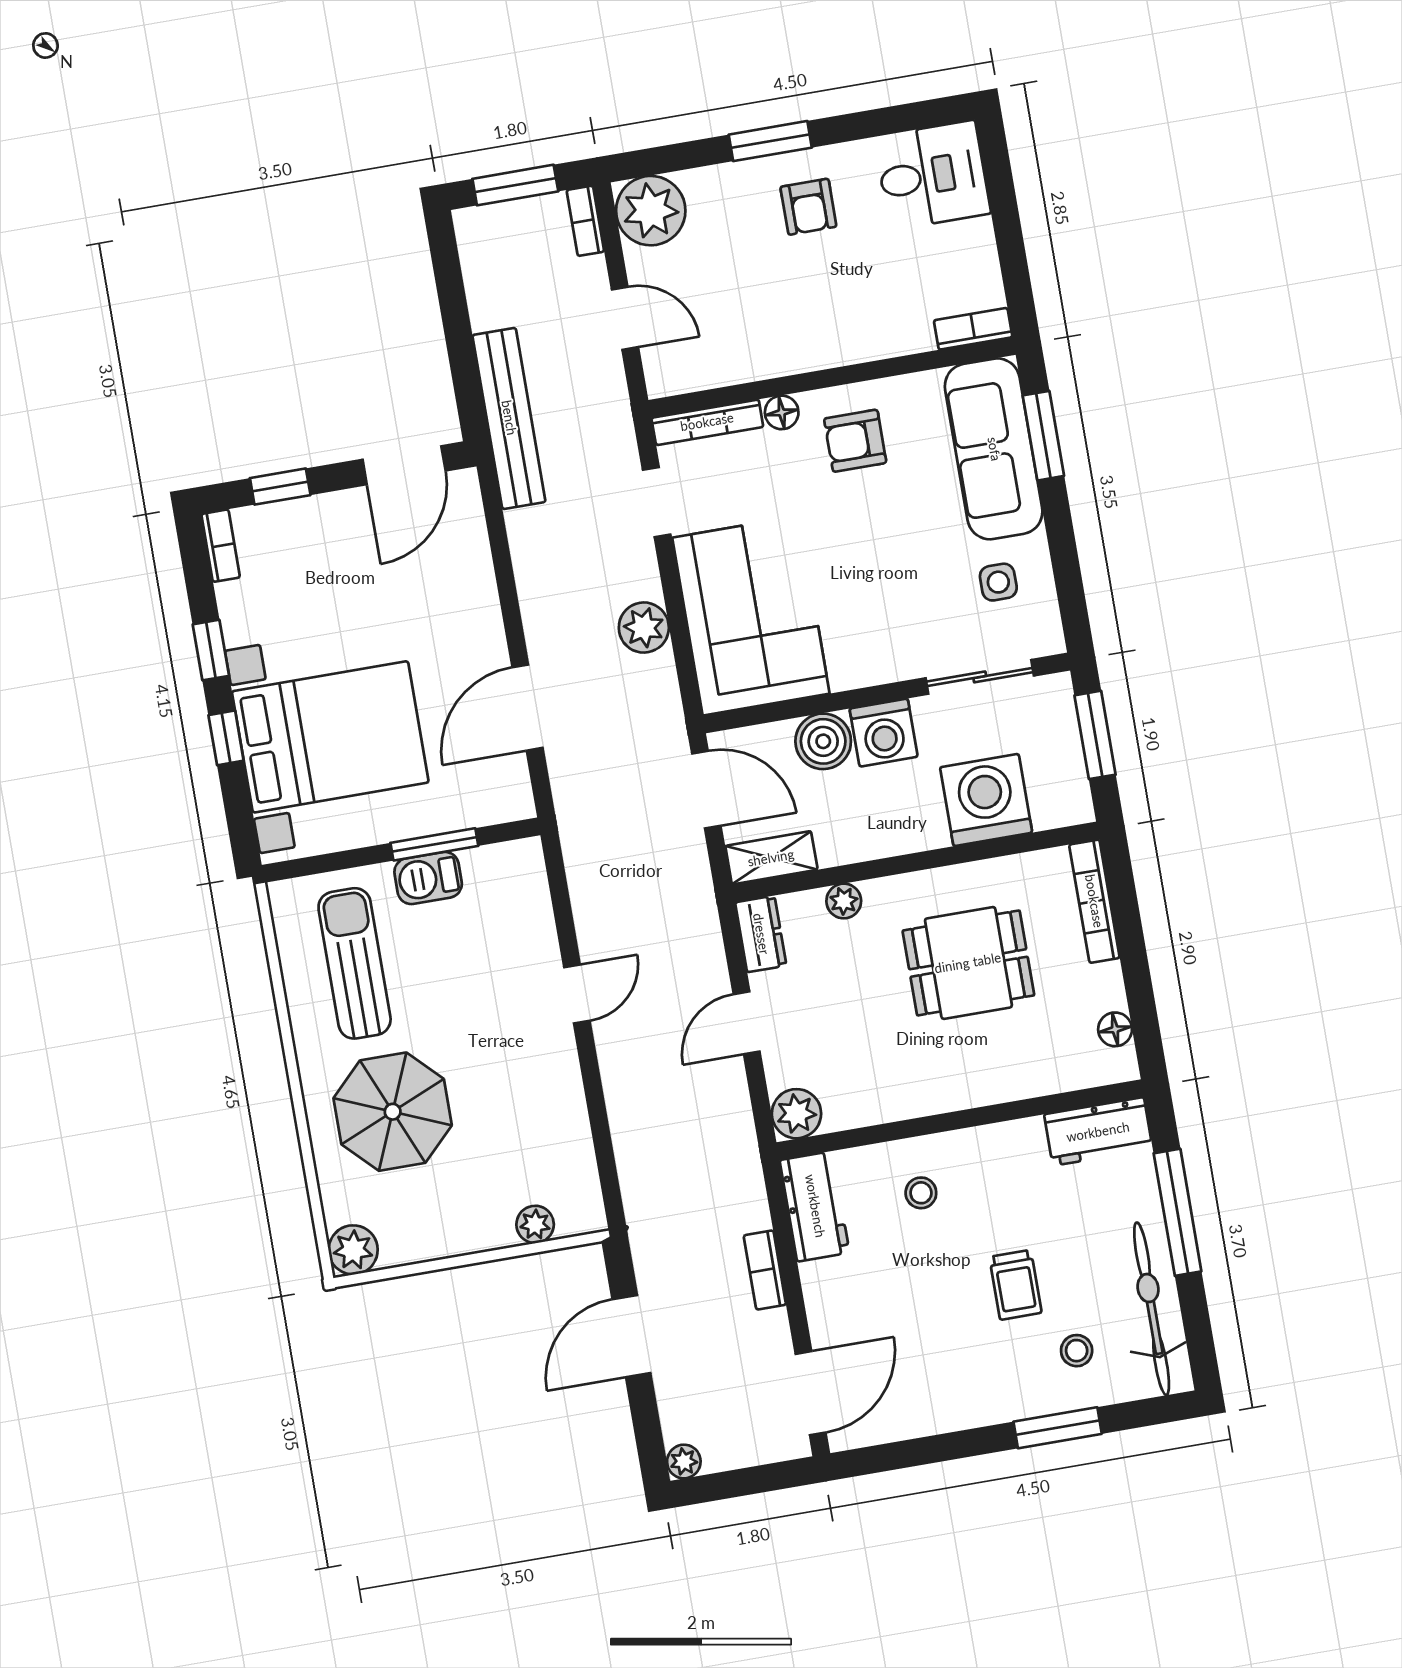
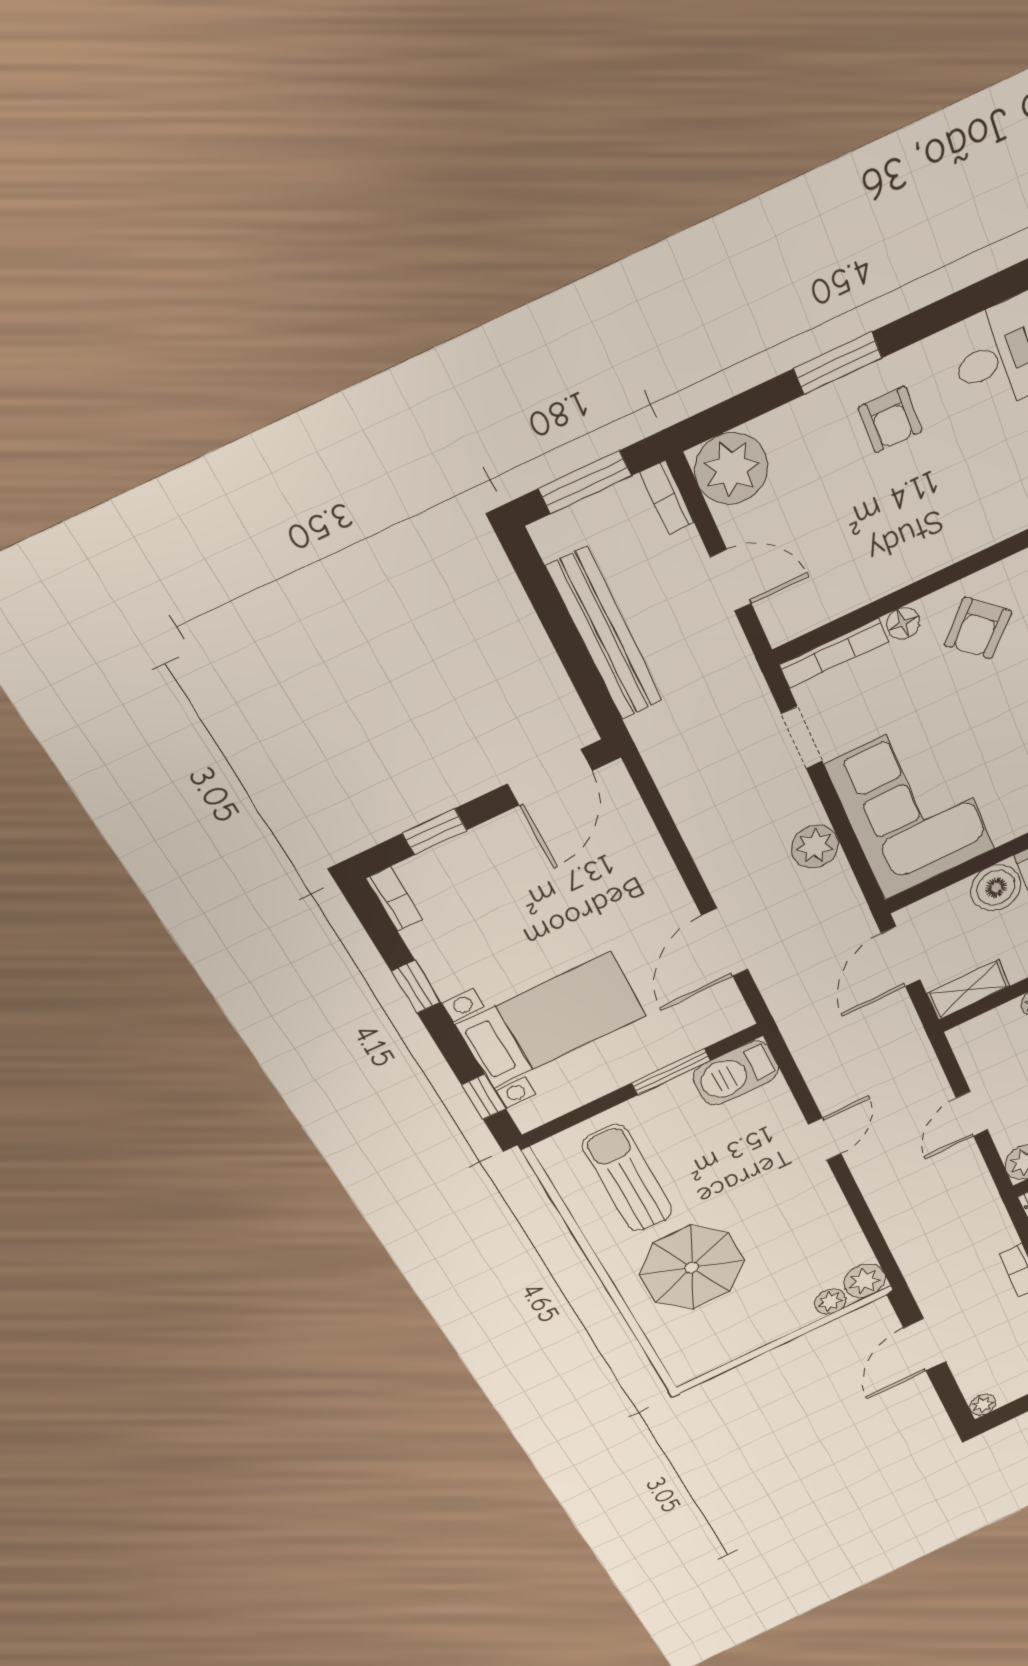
bench: (509, 418) -> (605, 634), moved
armchair: (855, 441) -> (978, 628), turned -47
bed with nightstands: (330, 737) -> (551, 1020), width x0.73
window: (226, 738) -> (484, 1097), moved
door: (706, 790) -> (901, 956), swing flipped
barbecue: (428, 878) -> (736, 1073), moved, width x1.38, depth x1.27
dresser: (761, 934) -> (971, 1048), removed
plant: (353, 1250) -> (865, 1281), moved

